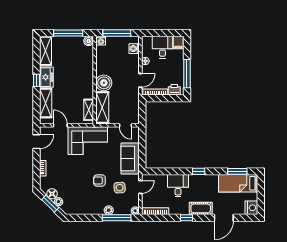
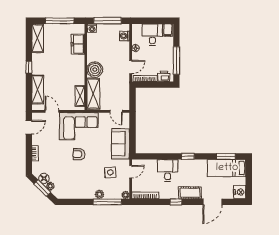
boiler: (89, 41) -> (80, 28), removed
freezer: (46, 77) -> (78, 44), moved, turned 180
armchair: (99, 181) -> (79, 154), moved

